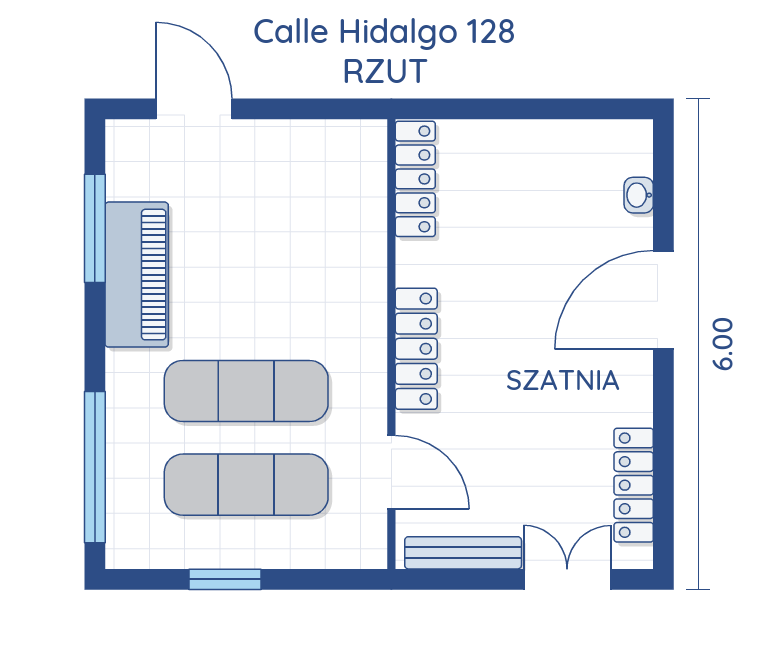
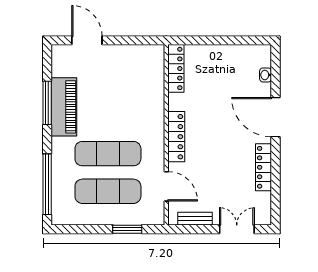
window: (95, 228) -> (47, 103), moved
door: (663, 300) -> (275, 117), hinge flipped
locker: (634, 485) -> (264, 167), moved
bench: (463, 553) -> (195, 219), width x0.73
window: (225, 579) -> (127, 229), moved

